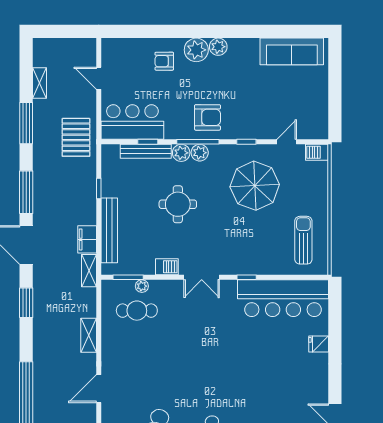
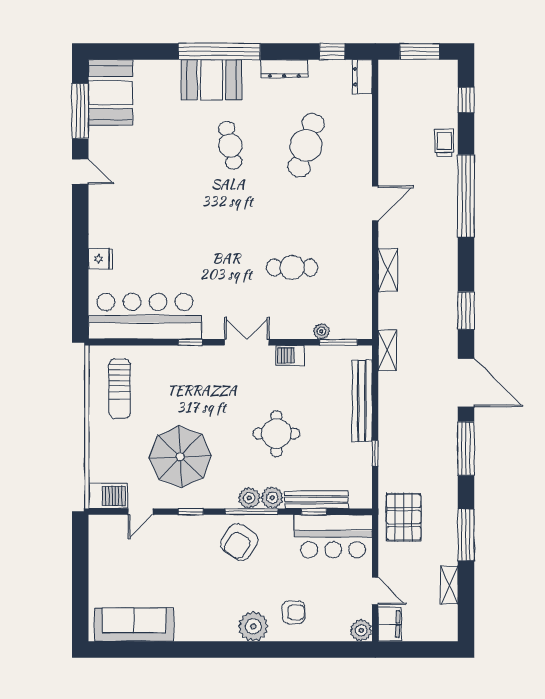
plant: (218, 47) -> (361, 630), moved
armchair: (208, 117) -> (239, 542), turned -57
barbecue: (317, 152) -> (108, 496), width x1.38, depth x1.27
filing cabinet: (87, 239) -> (390, 624), moved
cafe table: (137, 311) -> (292, 268), moved

